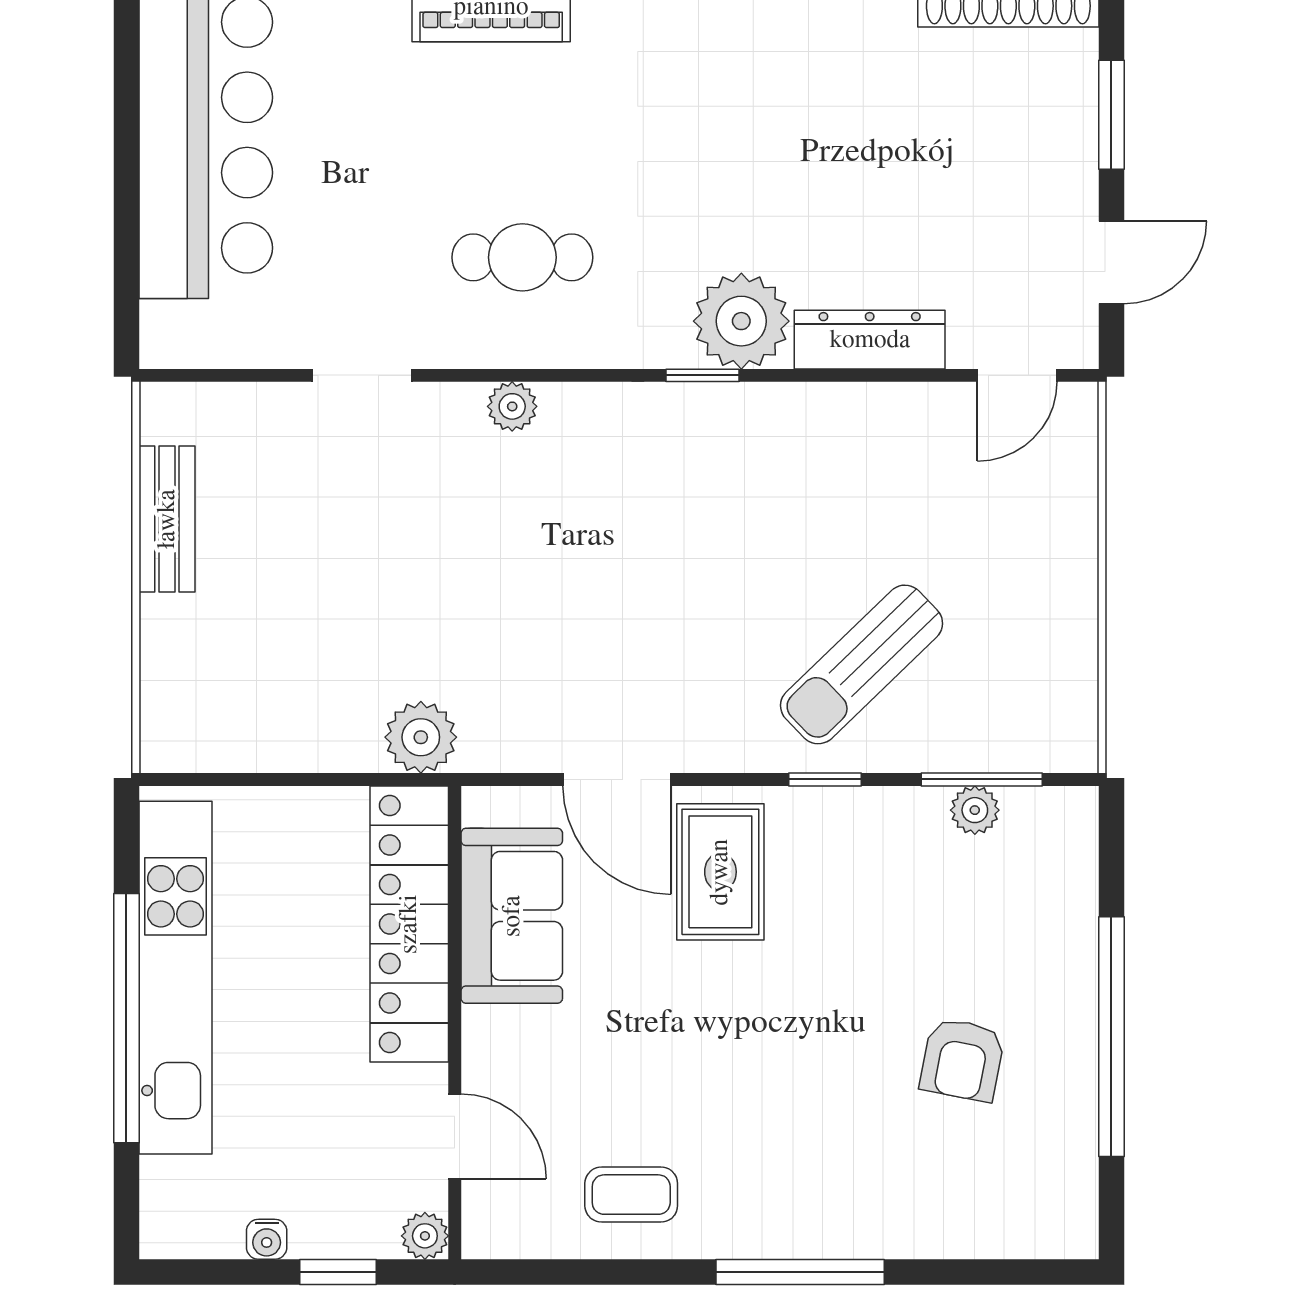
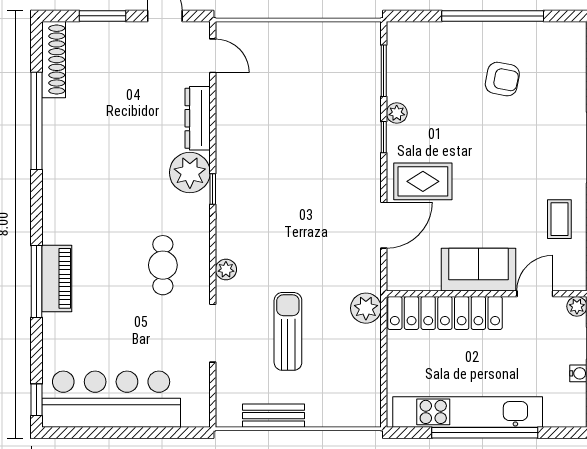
doorway: (362, 375) -> (213, 333), width x1.38
sun lounger: (862, 664) -> (288, 331), moved, turned -136
plant: (975, 810) -> (397, 113), moved
sofa: (512, 916) -> (479, 270), moved

